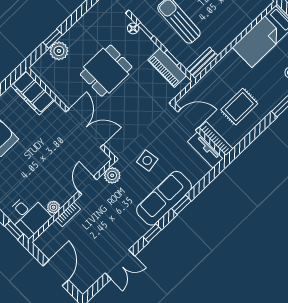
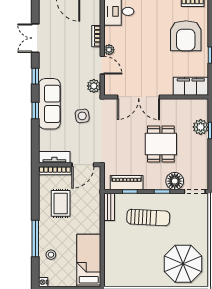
floor lamp: (133, 28) -> (175, 181), width x1.89, depth x1.89
plant: (54, 207) -> (109, 50), moved

